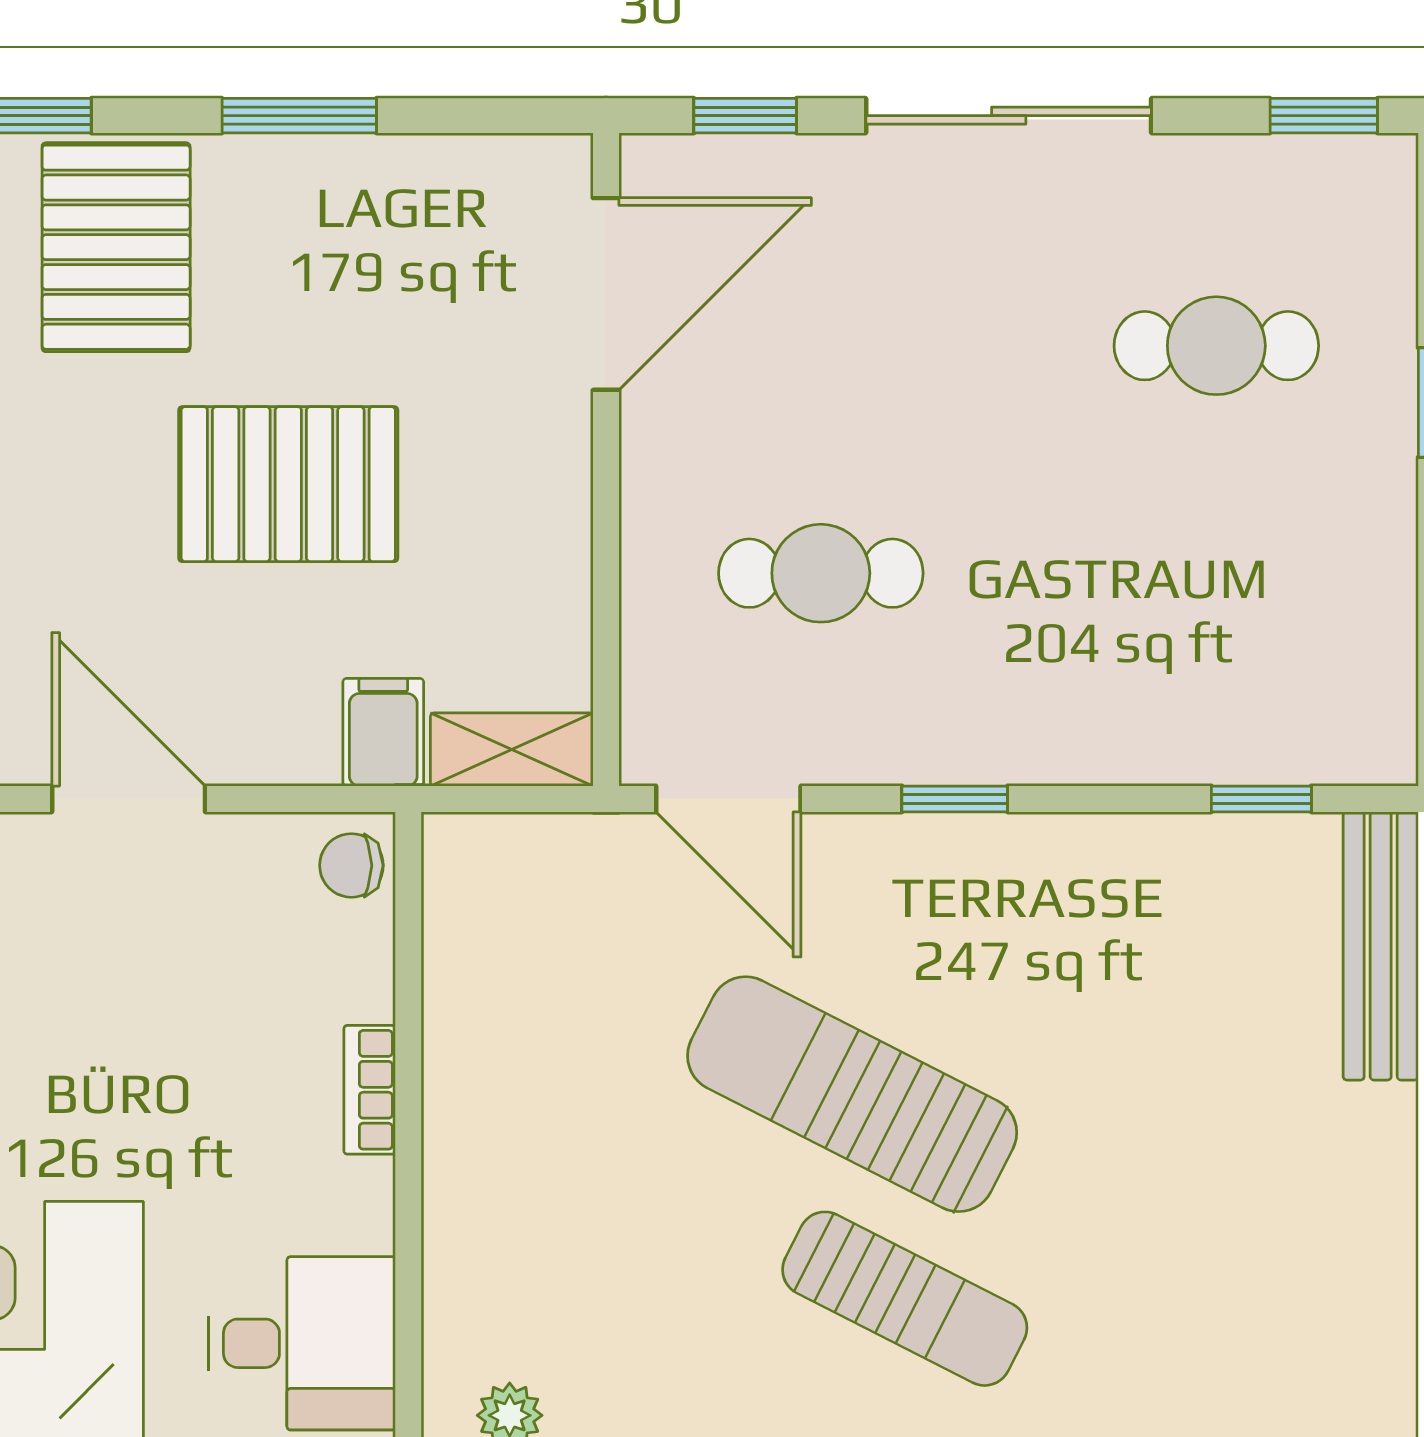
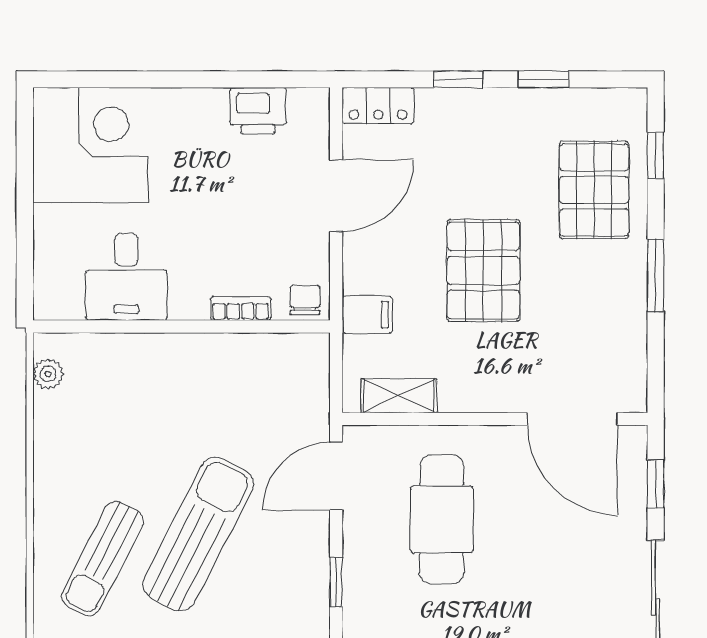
pallet: (116, 247) -> (594, 190), turned 90
cafe table: (821, 573) -> (442, 519), width x1.37, depth x1.35
shelving: (512, 749) -> (399, 396), moved, turned 90
bookcase: (370, 1090) -> (241, 308), moved
desk: (302, 1343) -> (126, 277), moved

